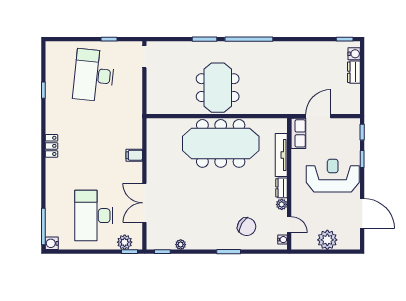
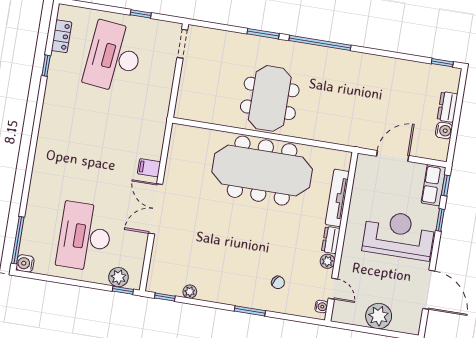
water cooler: (354, 54) -> (444, 130), moved
row of seats: (298, 133) -> (434, 185), moved, turned 180
locker: (51, 146) -> (61, 36), moved
double door: (144, 203) -> (156, 209), moved
chair: (247, 227) -> (278, 282), width x0.54, depth x0.54

